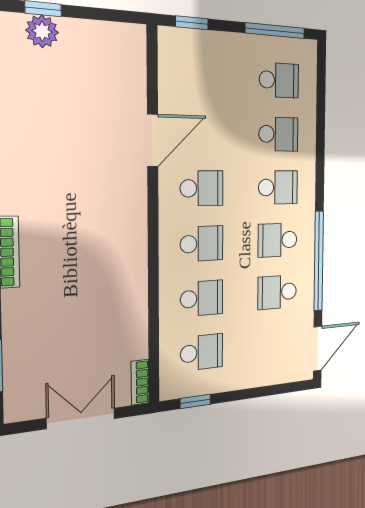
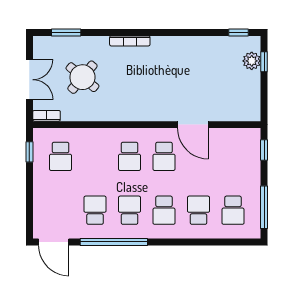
school desk: (278, 134) -> (198, 210), turned 180
school desk: (202, 298) -> (95, 156), removed
round table: (76, 330) -> (82, 77), added

